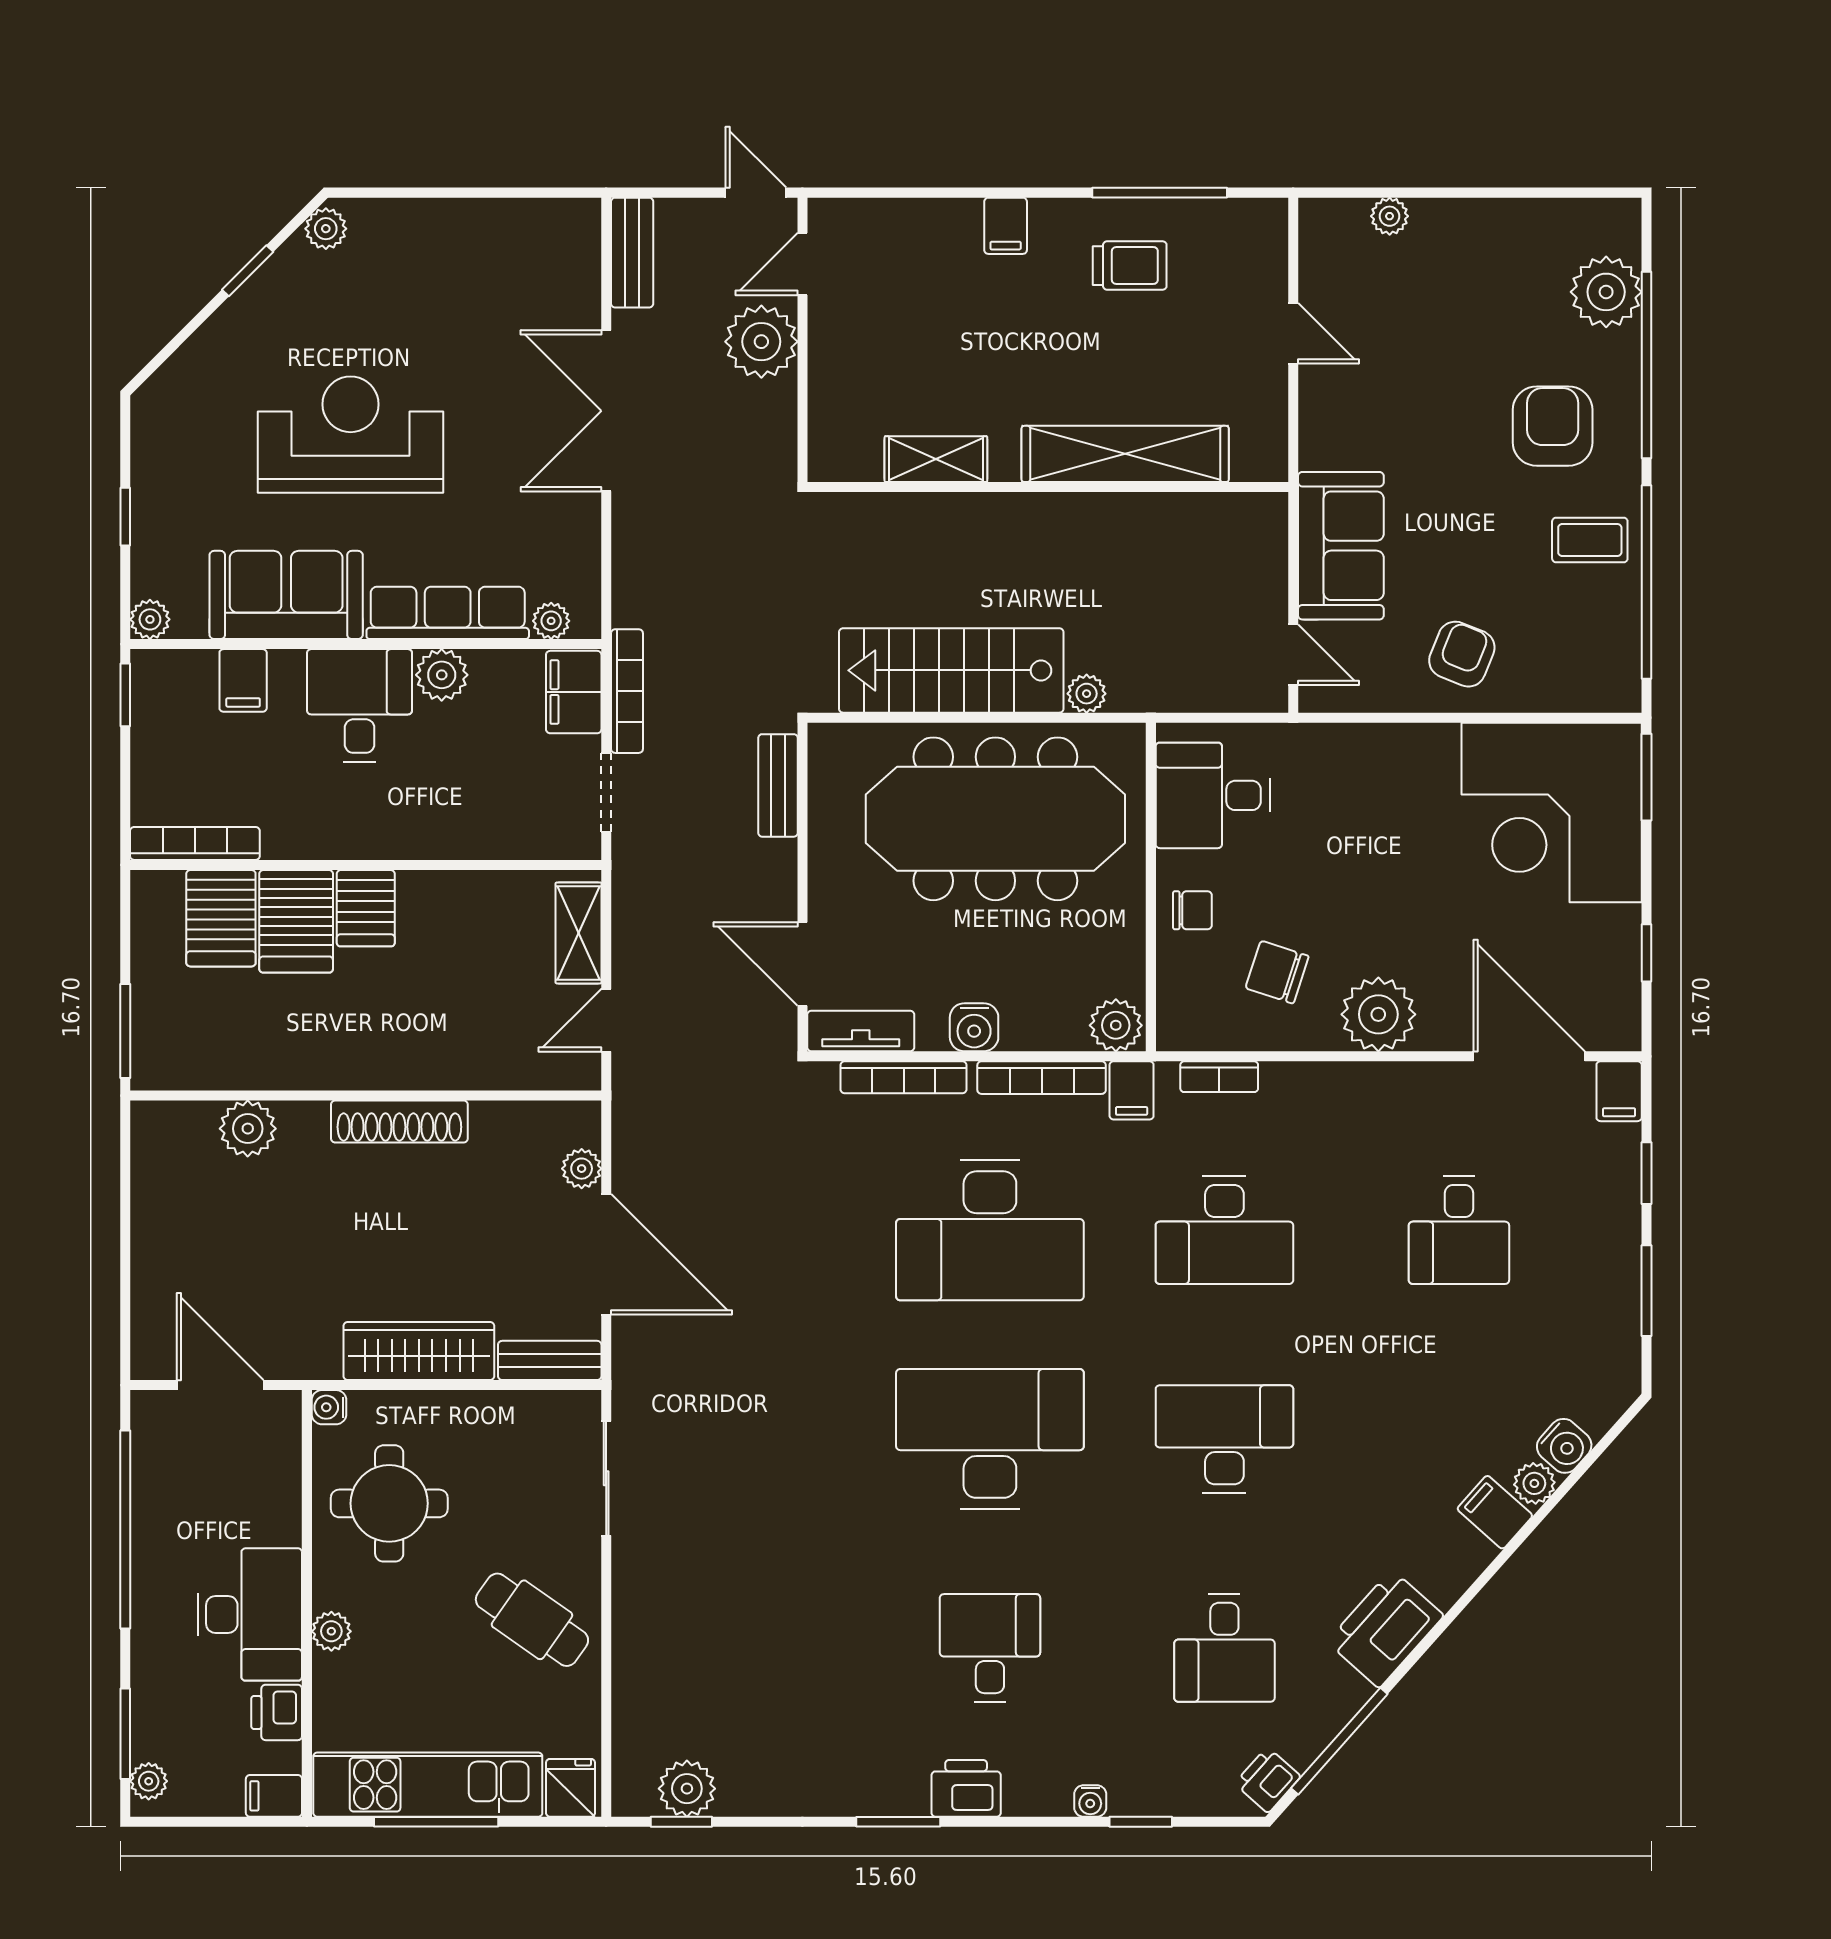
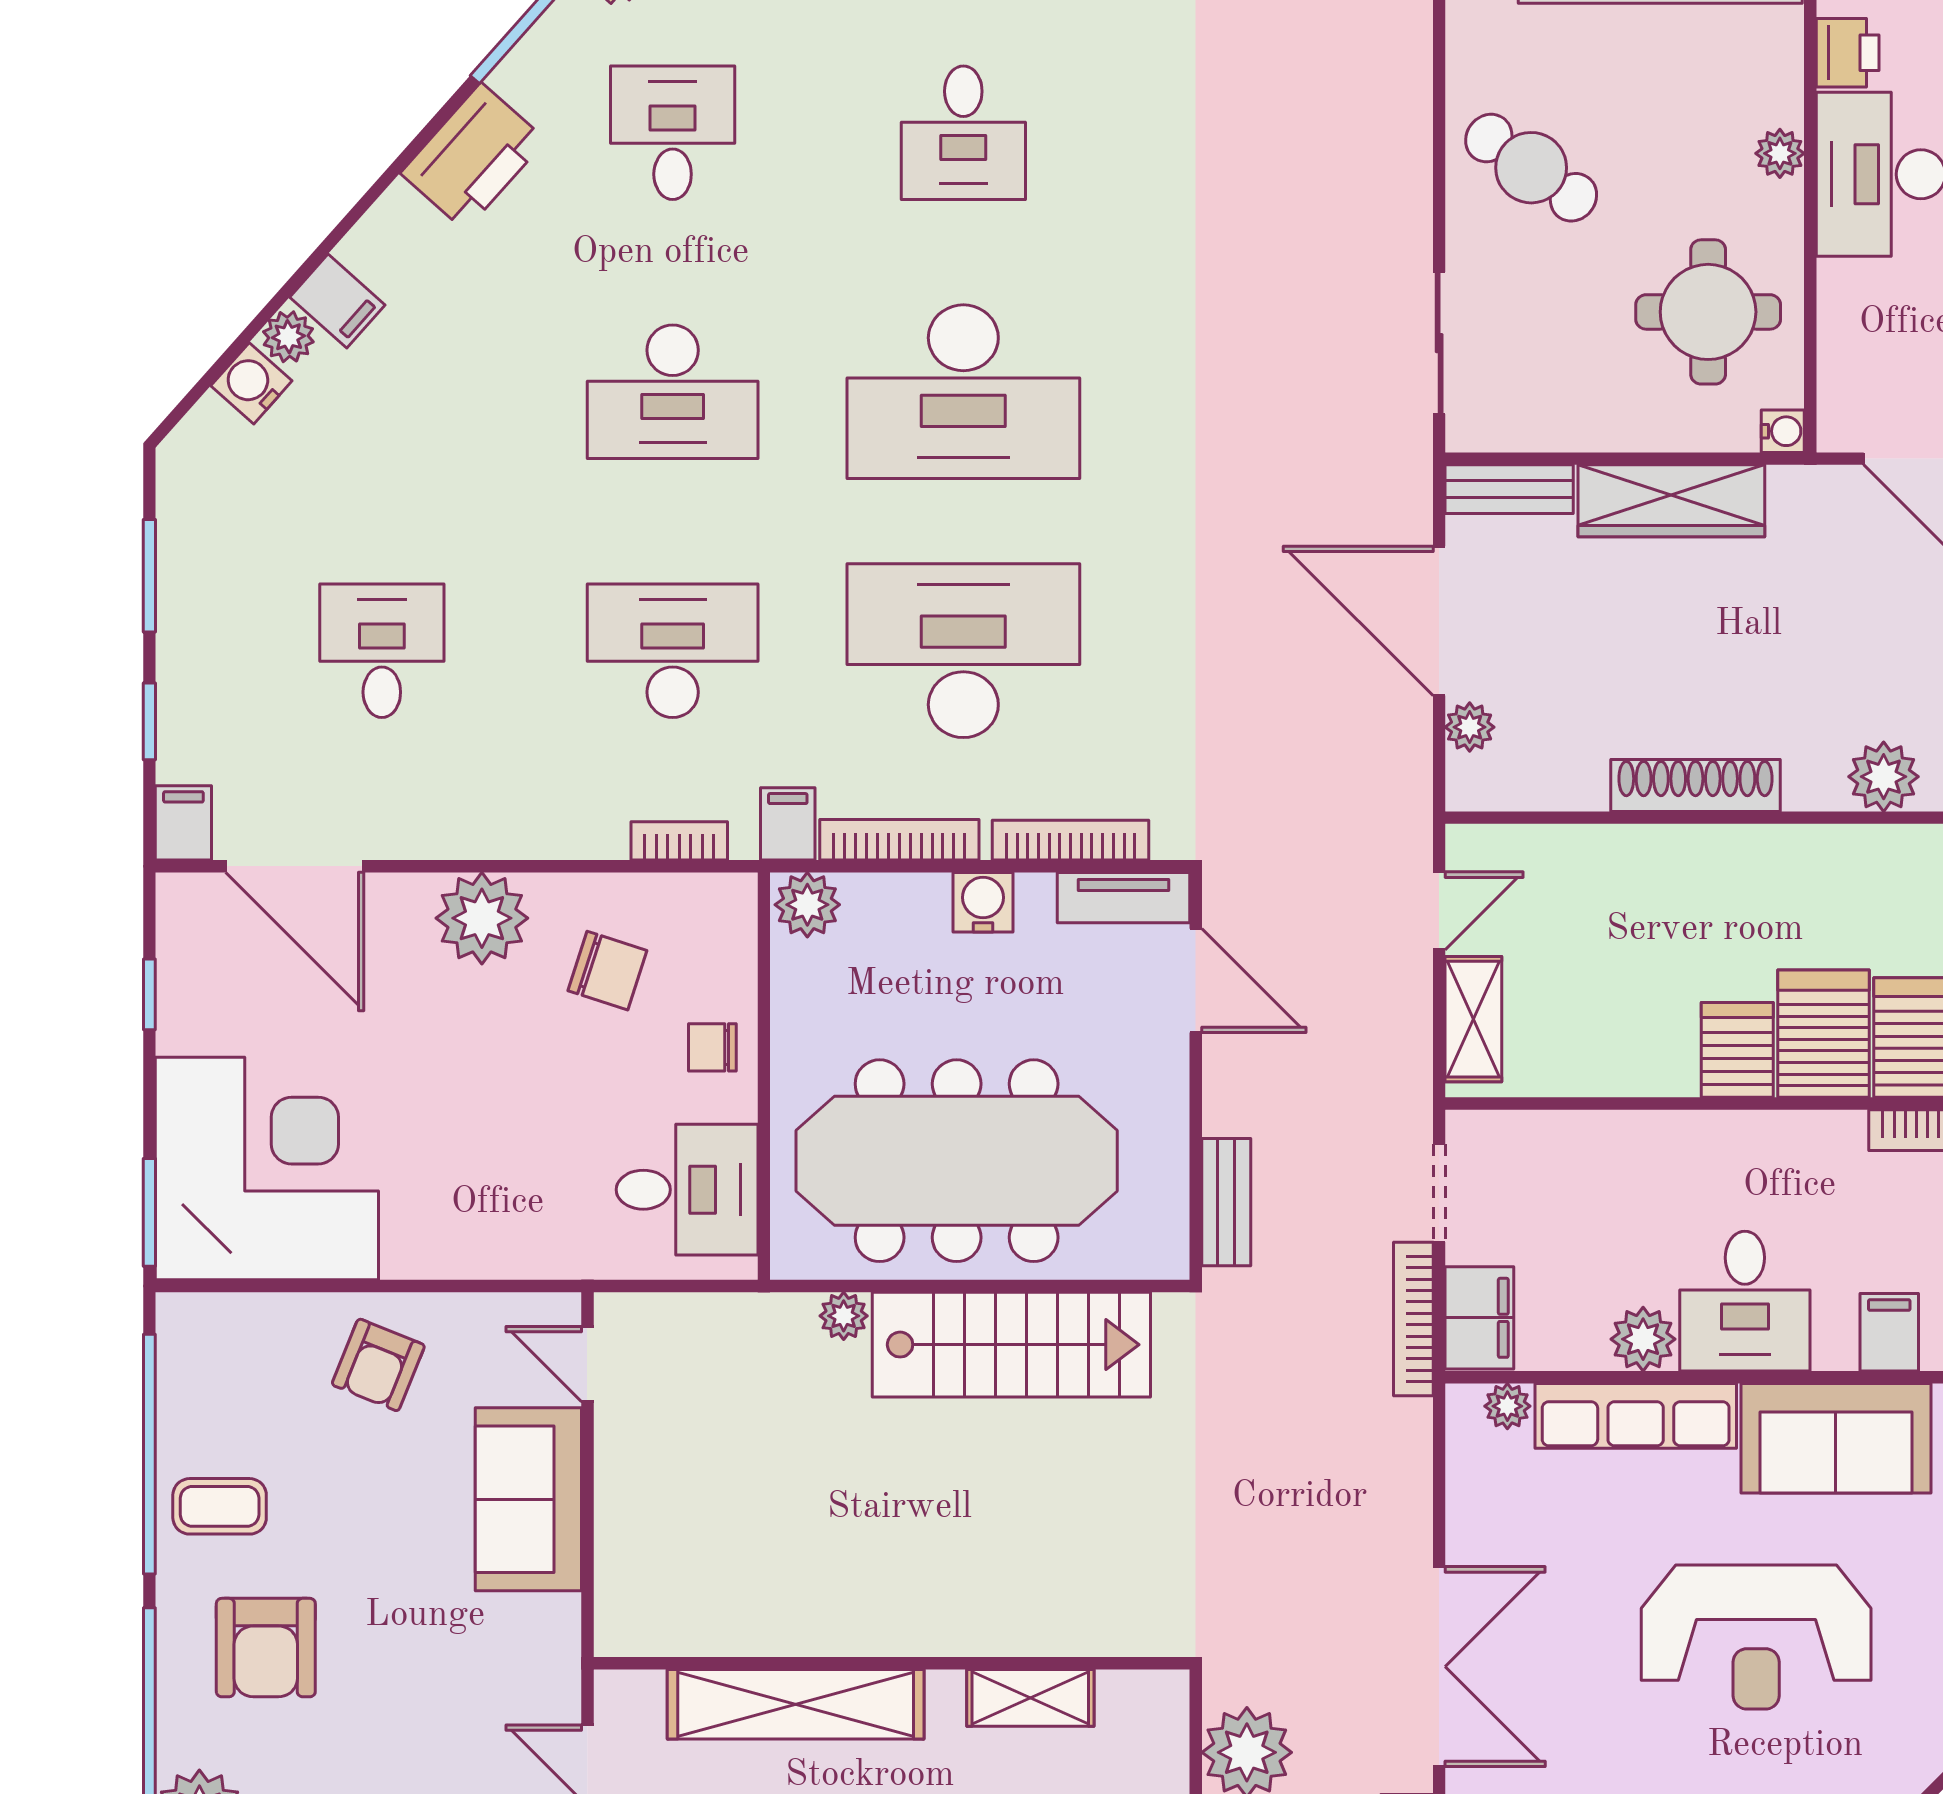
shelving: (1125, 454) -> (796, 1704), moved
shelving: (936, 459) -> (1030, 1698), moved
wall: (1048, 487) -> (892, 1663), moved

